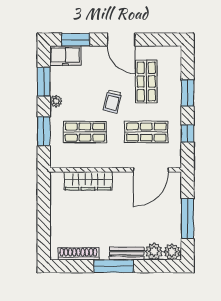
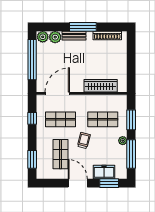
freezer: (65, 56) -> (104, 172), moved
window: (44, 82) -> (131, 154), width x1.44
window: (187, 93) -> (32, 159), moved
window: (187, 219) -> (32, 60), width x1.46

